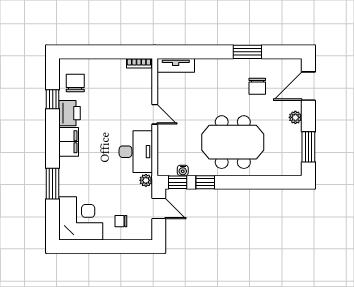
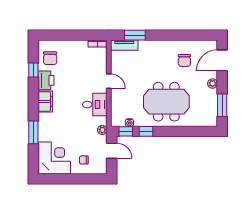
window: (247, 52) -> (135, 35), moved
chair: (75, 83) -> (50, 58), turned 180
desk: (136, 152) -> (95, 105), width x0.73

